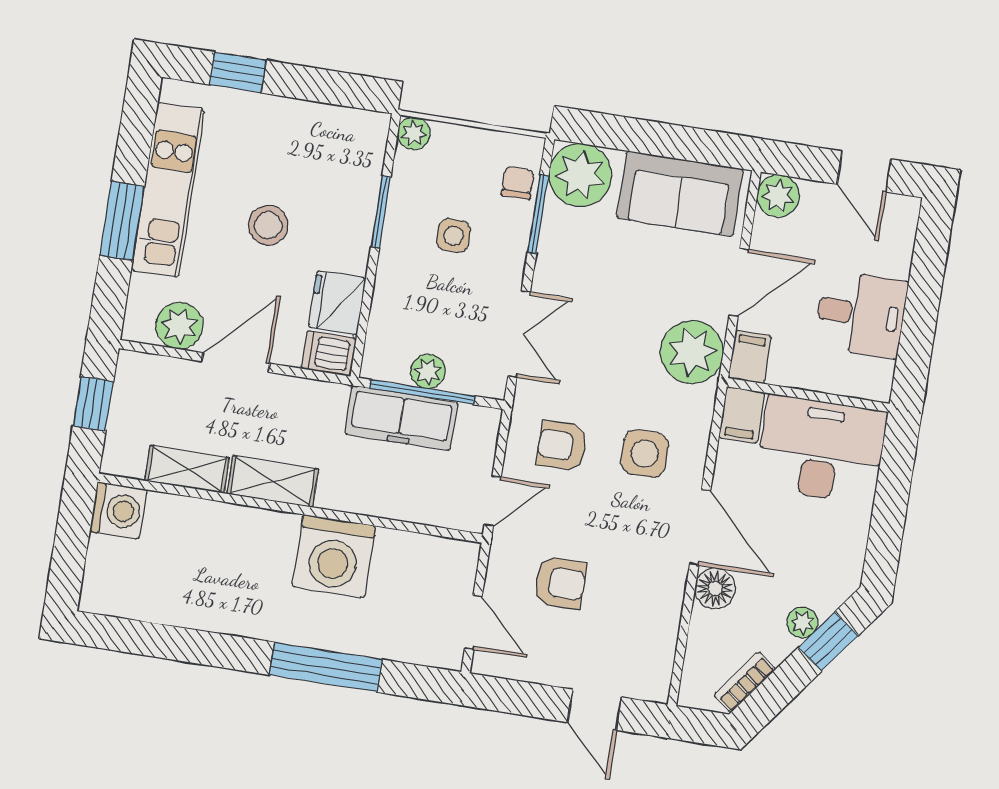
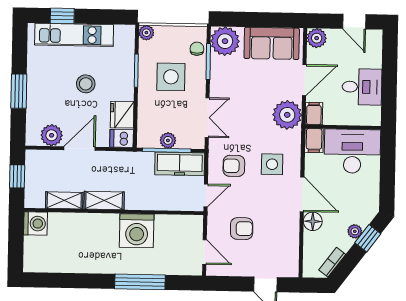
kitchen unit: (168, 190) -> (74, 35), moved, turned 90
side table: (453, 236) -> (171, 77), width x1.87, depth x1.87
freezer: (401, 418) -> (180, 164), moved

